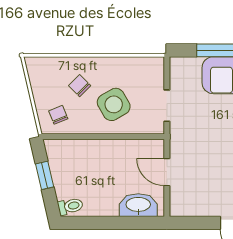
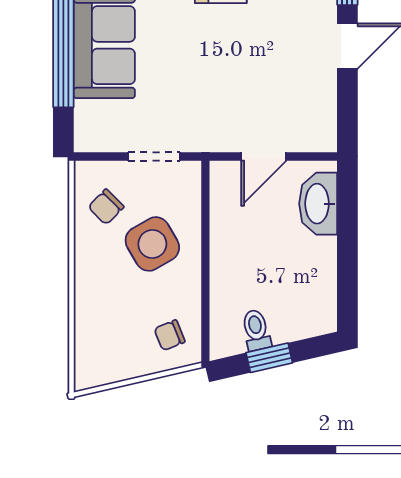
chair: (80, 86) -> (106, 207), moved
toilet: (70, 206) -> (256, 330), moved

